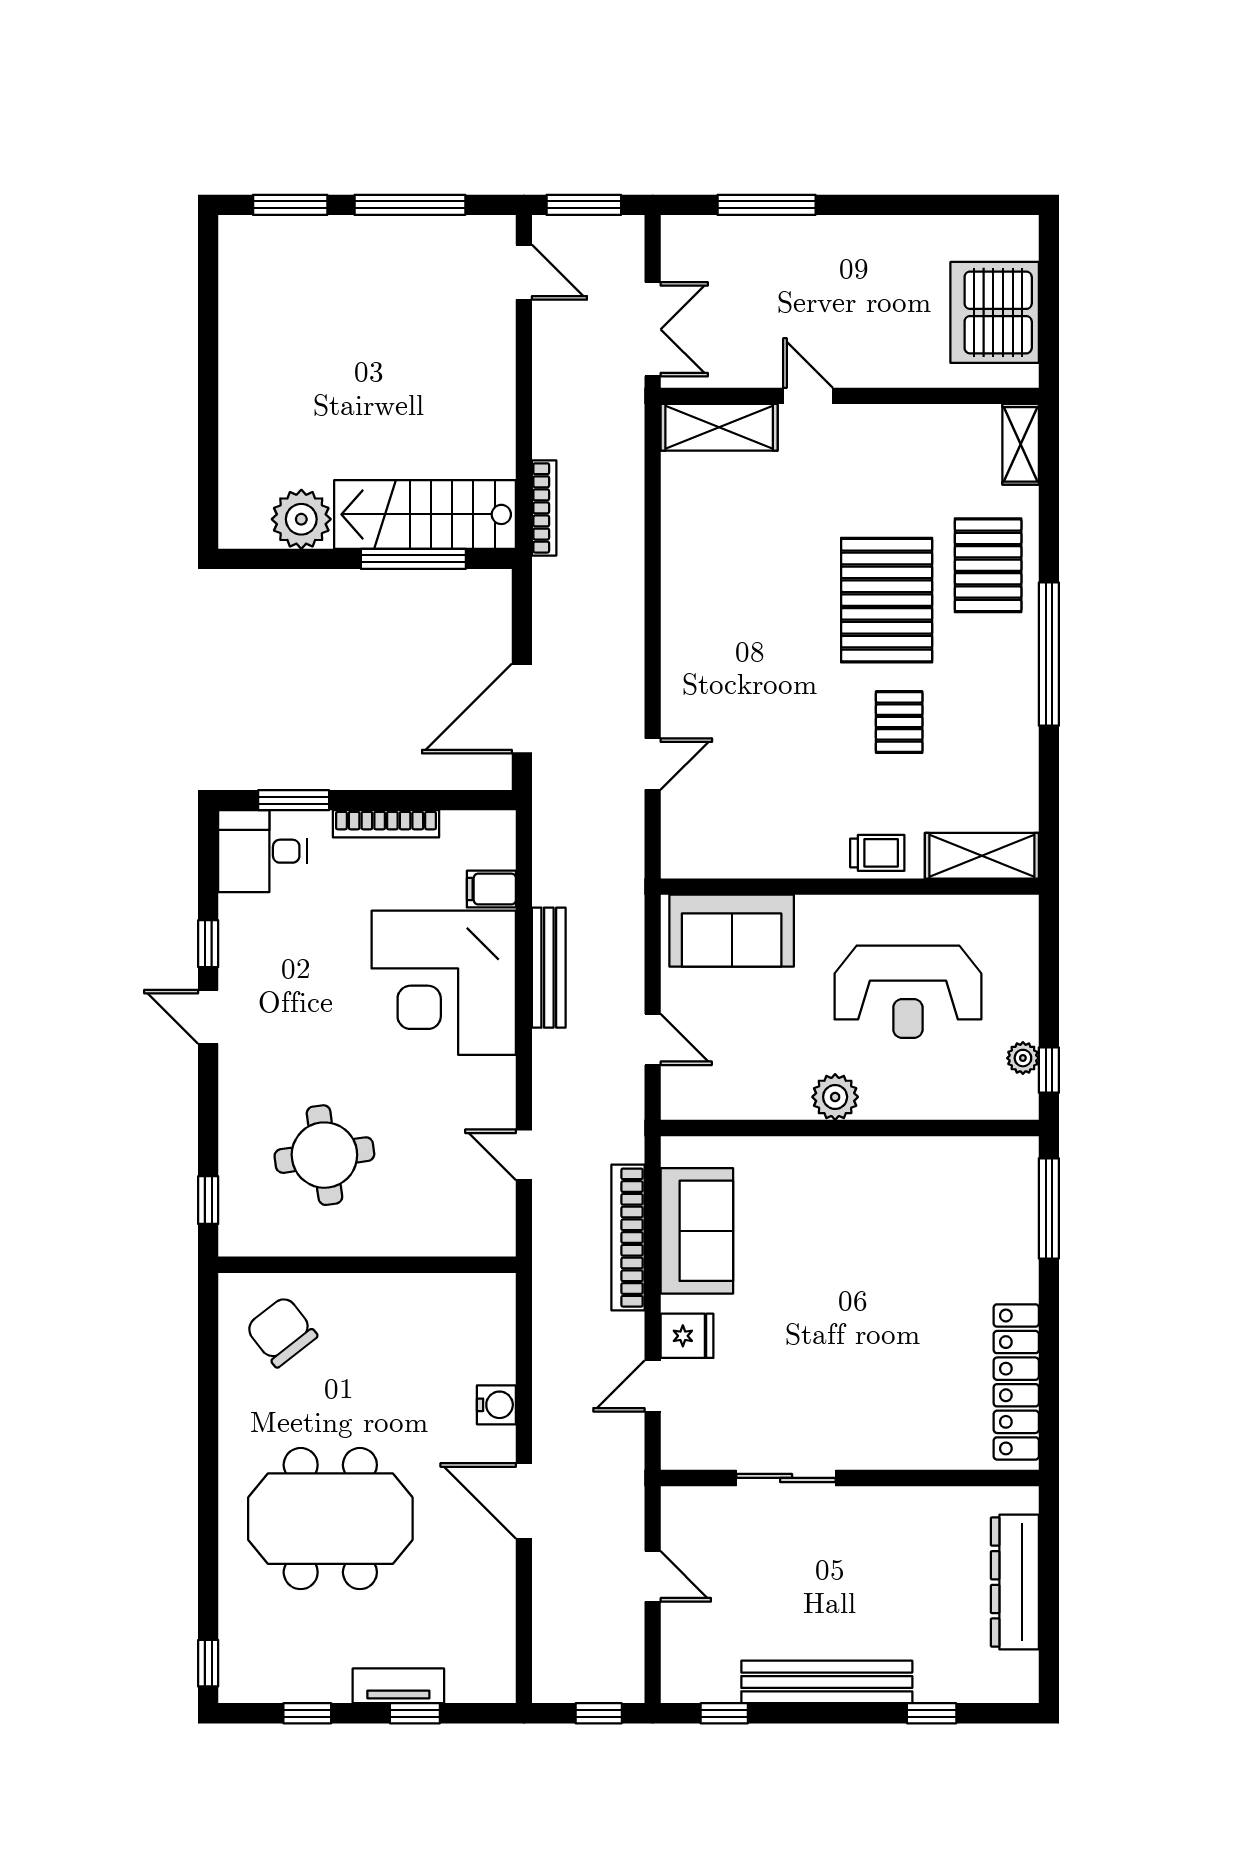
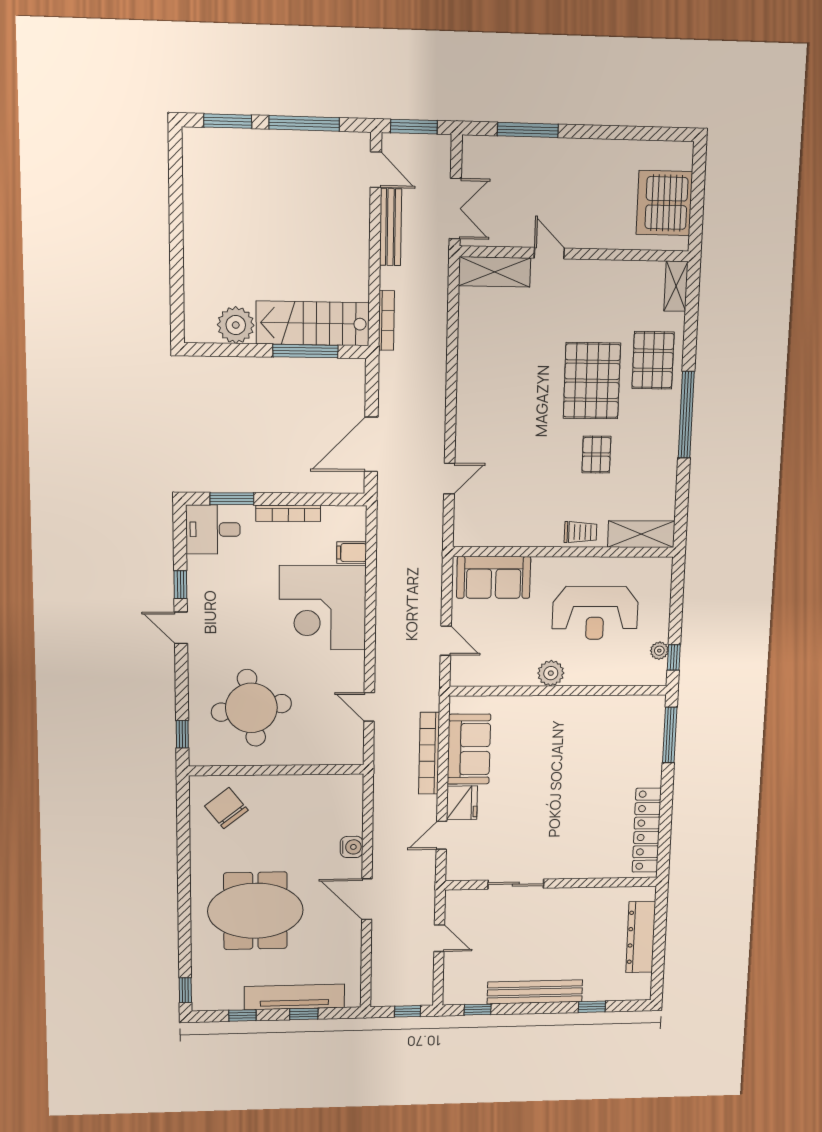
bench: (549, 968) -> (391, 227), moved
round table: (324, 1155) -> (251, 708), width x1.36, depth x1.36
fridge: (687, 1336) -> (462, 803), width x1.38
tv unit: (398, 1686) -> (294, 997), width x1.92, depth x1.29

